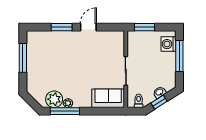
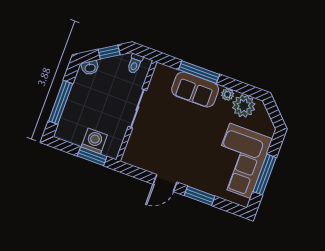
washing machine: (168, 44) -> (94, 141), moved, turned -90
corner sofa: (43, 61) -> (240, 161), added
washbasin: (159, 92) -> (90, 68), moved
sofa: (108, 98) -> (195, 89), moved
window: (65, 111) -> (199, 72), moved

